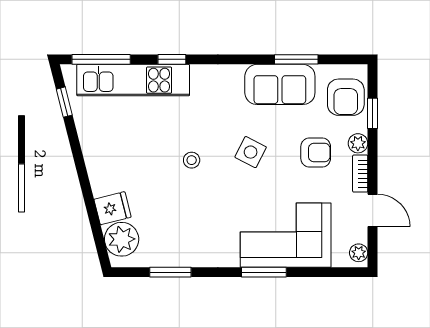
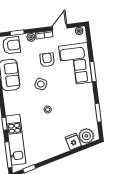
armchair: (316, 152) -> (47, 60), moved

